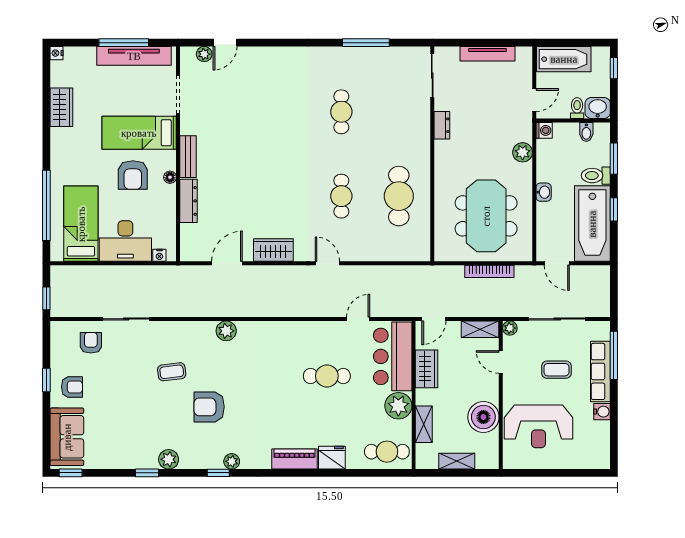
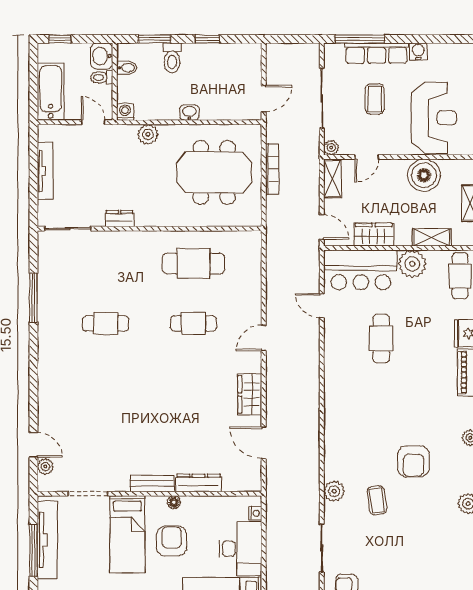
armchair: (133, 175) -> (172, 541), turned -90
bathtub: (592, 224) -> (222, 62), removed
plant: (226, 331) -> (334, 491), moved

